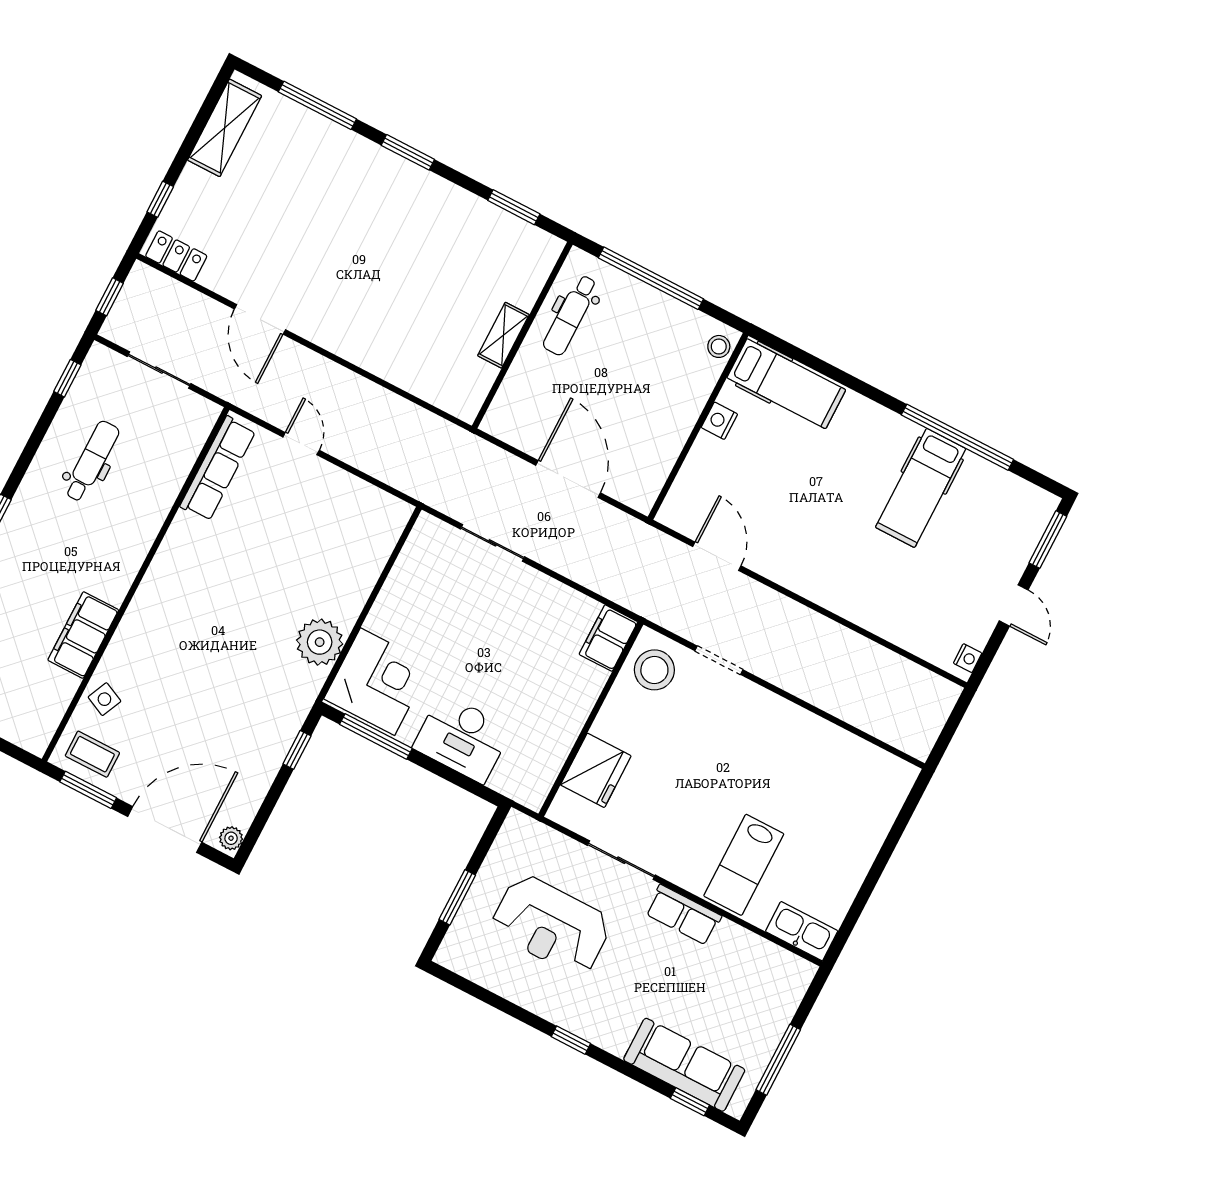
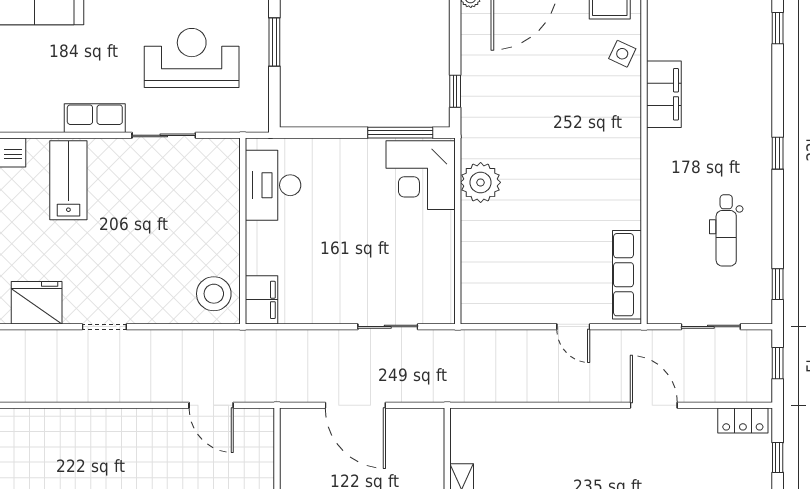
doorway: (719, 660) -> (104, 327), moved
desk: (462, 738) -> (273, 185), moved, turned -90
fridge: (596, 770) -> (37, 303), moved, turned 90

